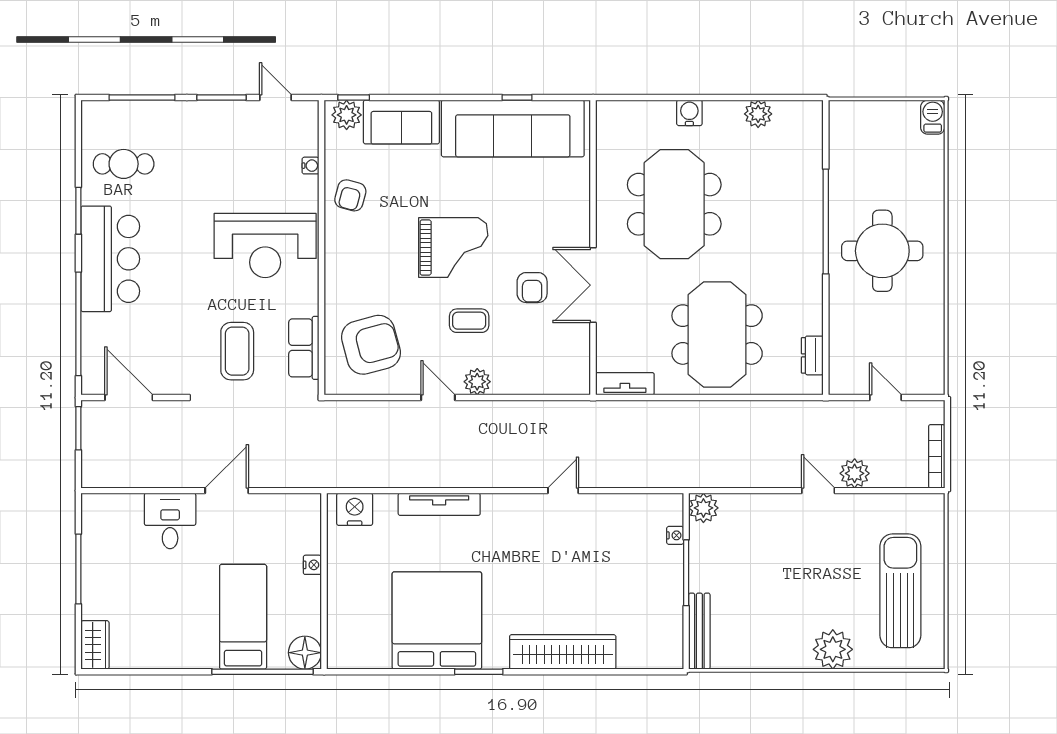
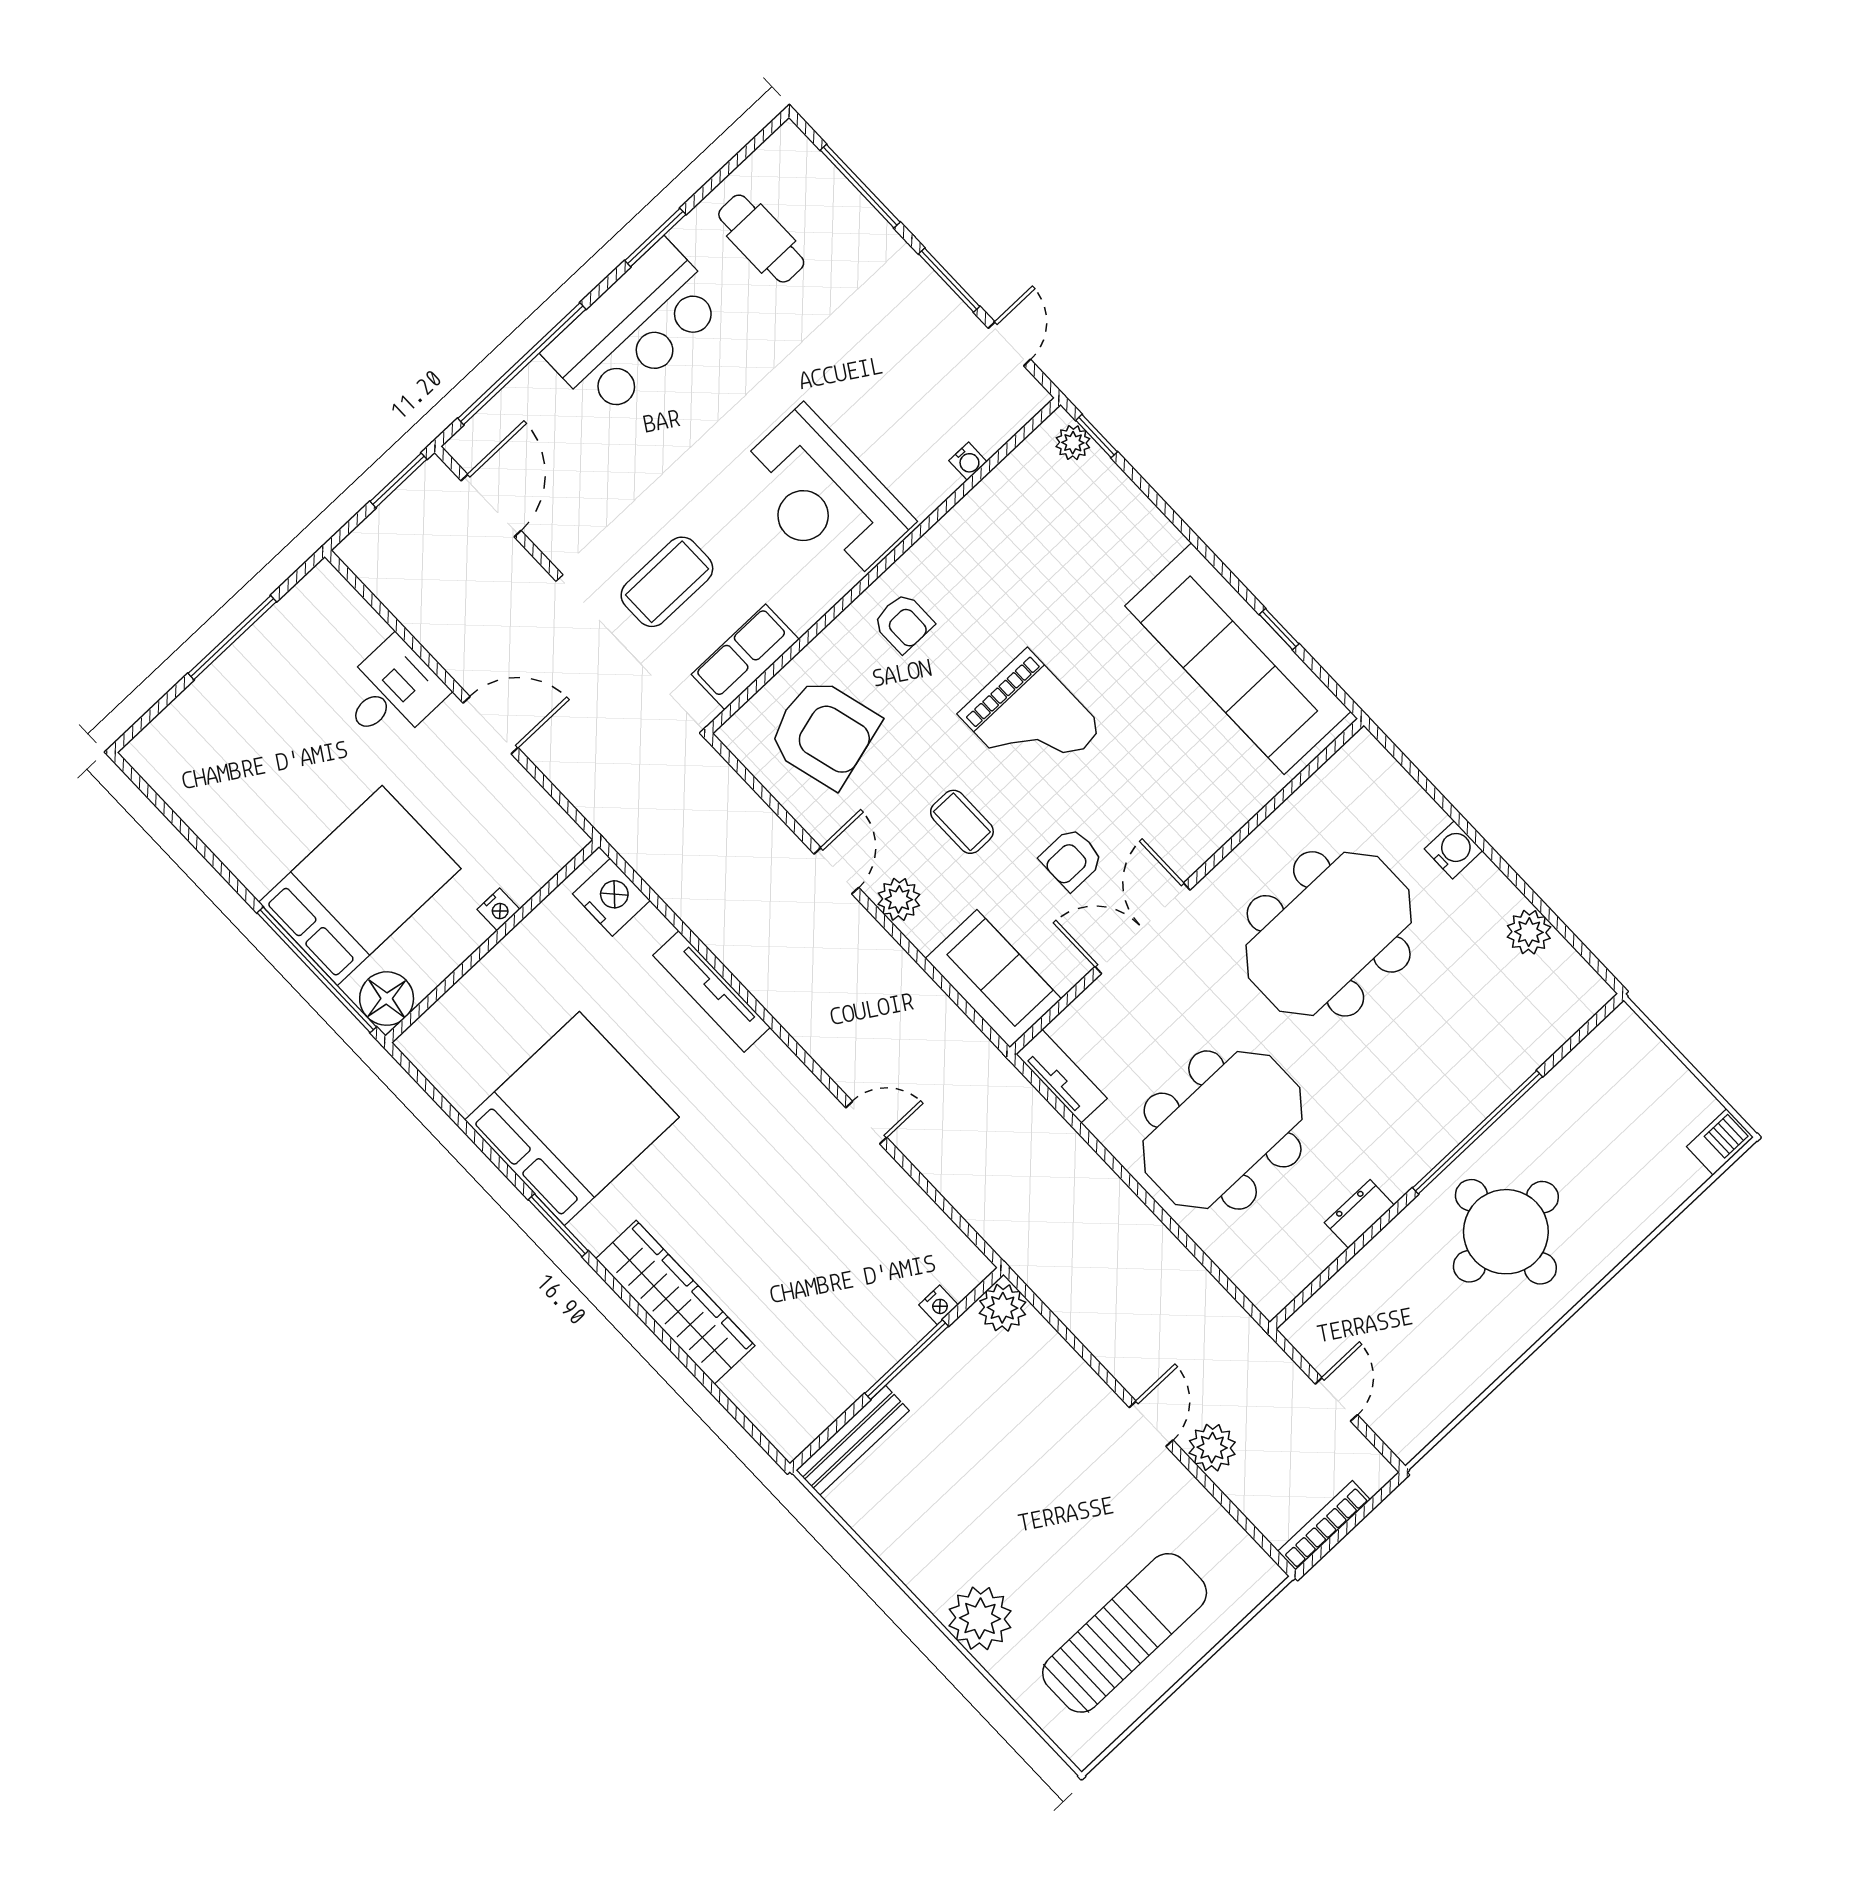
plant: (347, 115) -> (1073, 443), width x0.73, depth x0.73
sofa: (401, 122) -> (993, 979), moved, turned 180
armchair: (350, 195) -> (903, 623), moved, turned -105
dresser: (812, 355) -> (1359, 1214), moved
bed: (243, 617) -> (360, 885), width x1.50
wardrobe: (95, 645) -> (161, 742), removed

